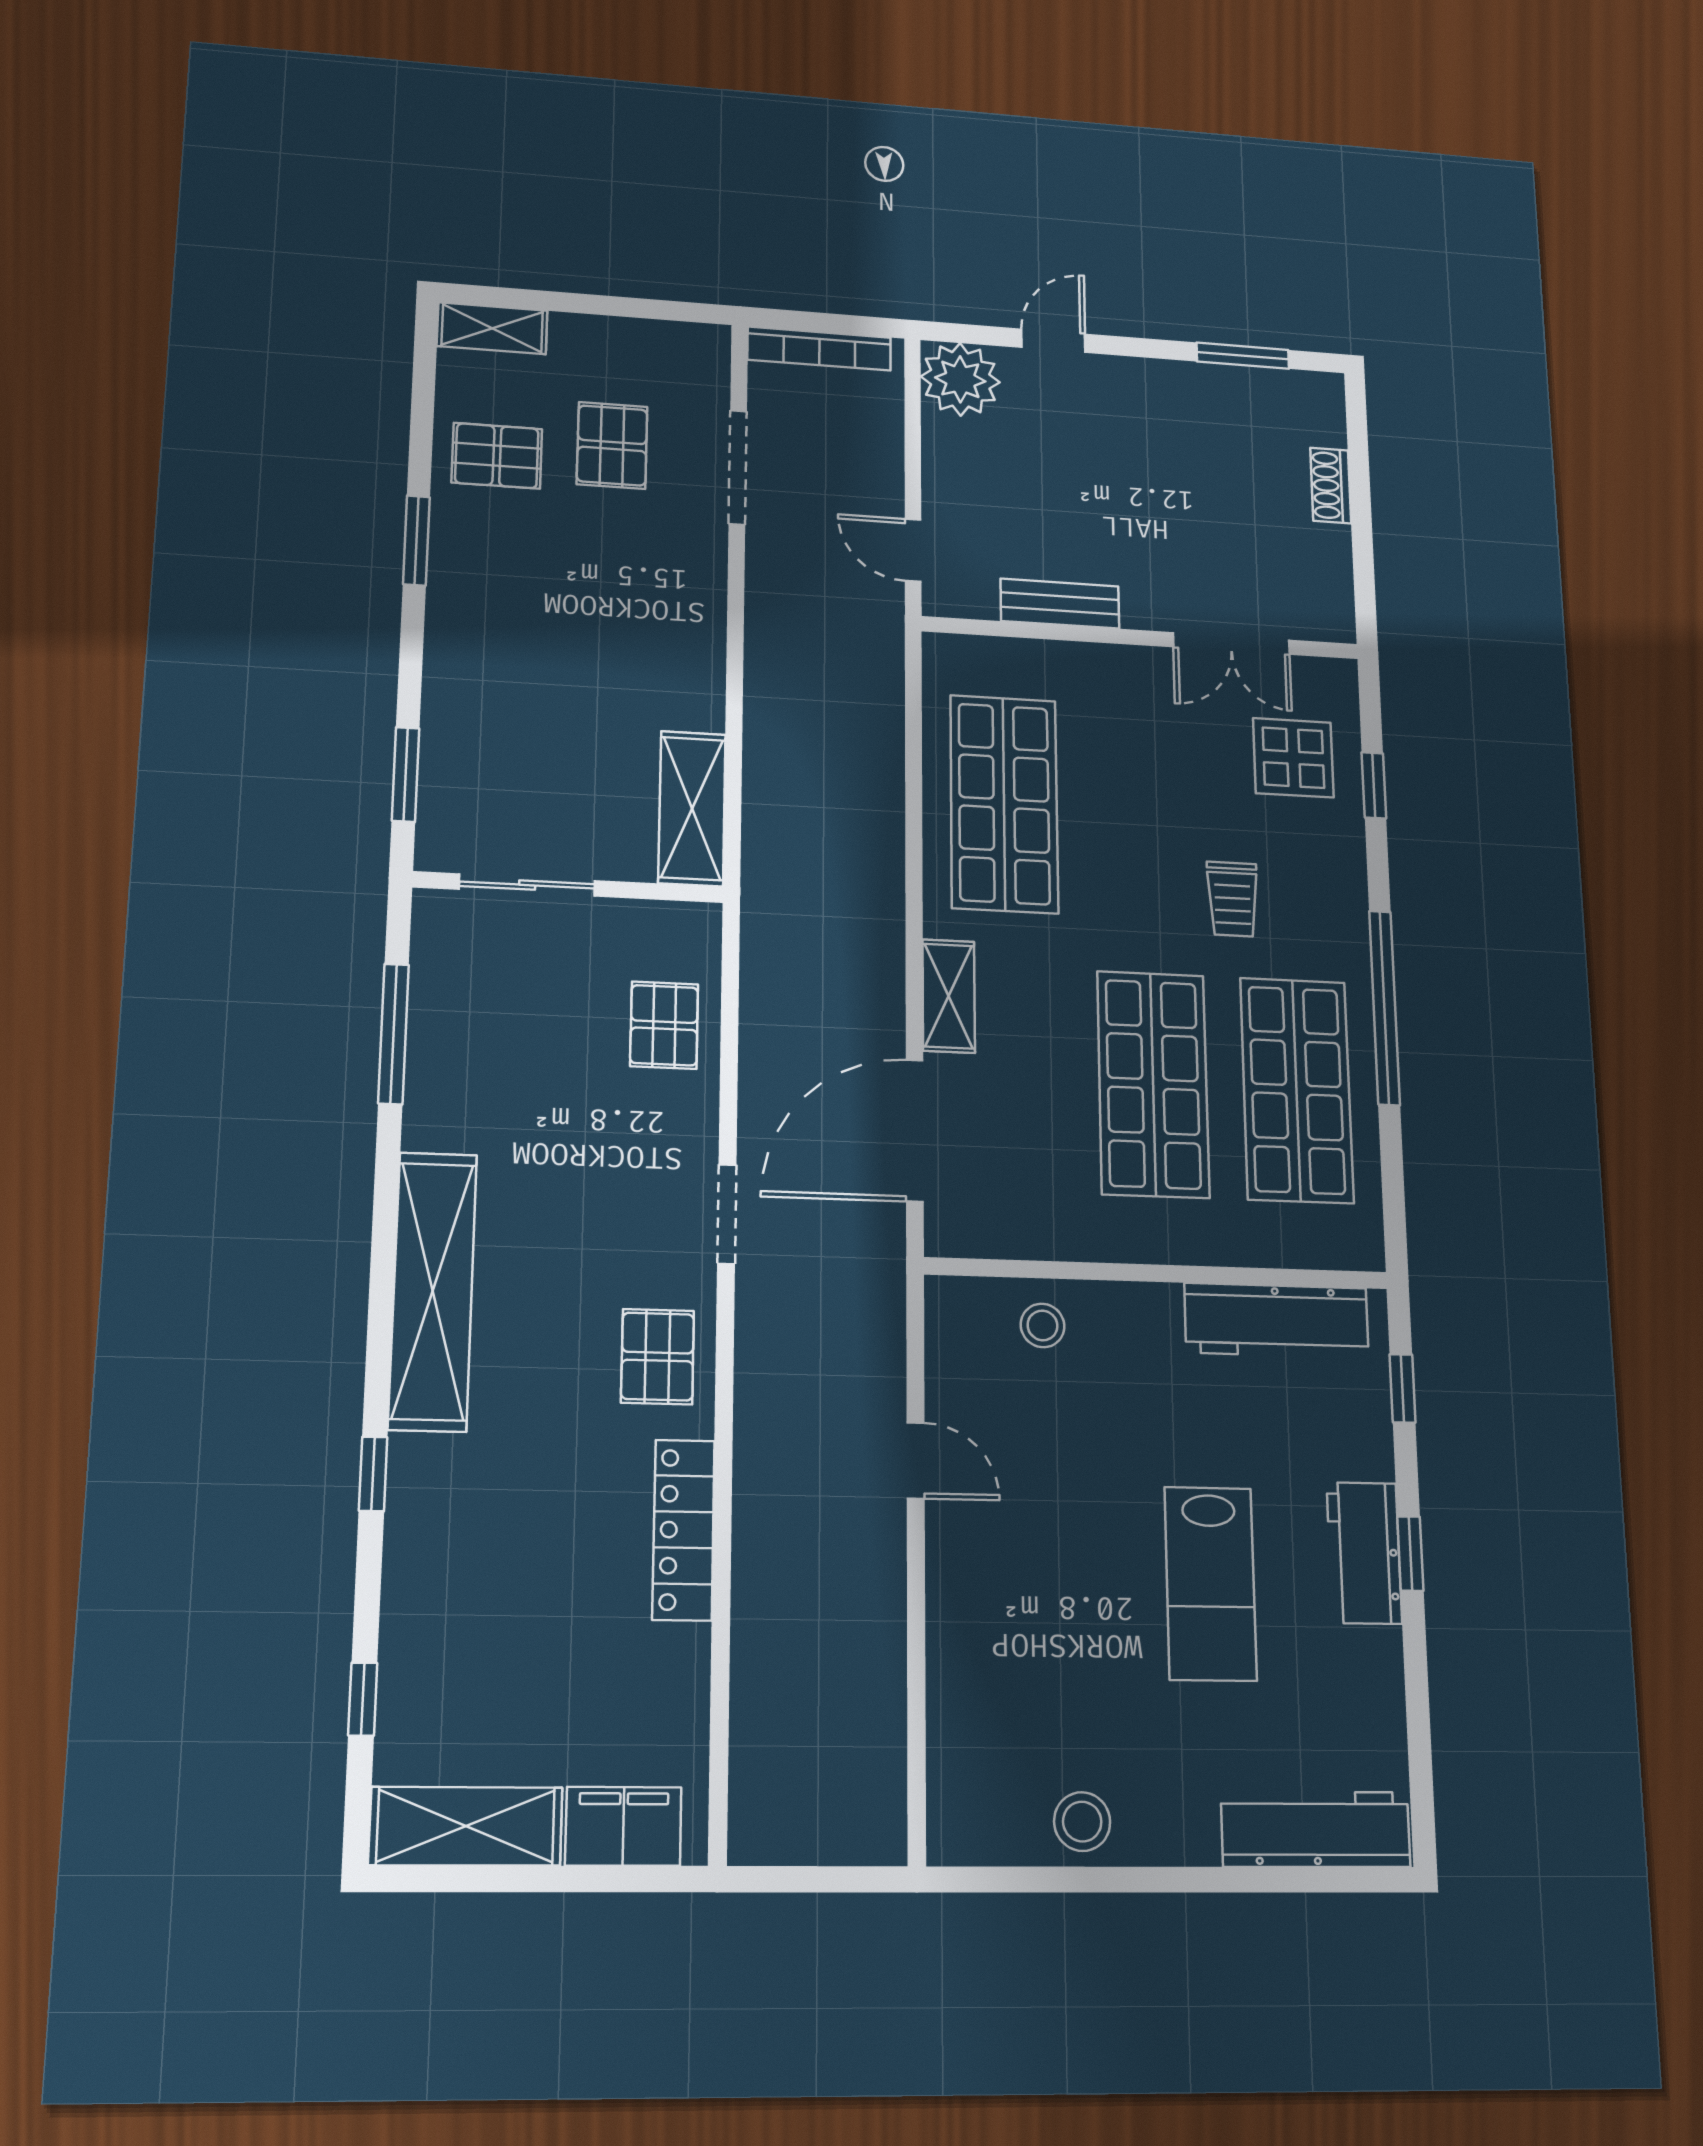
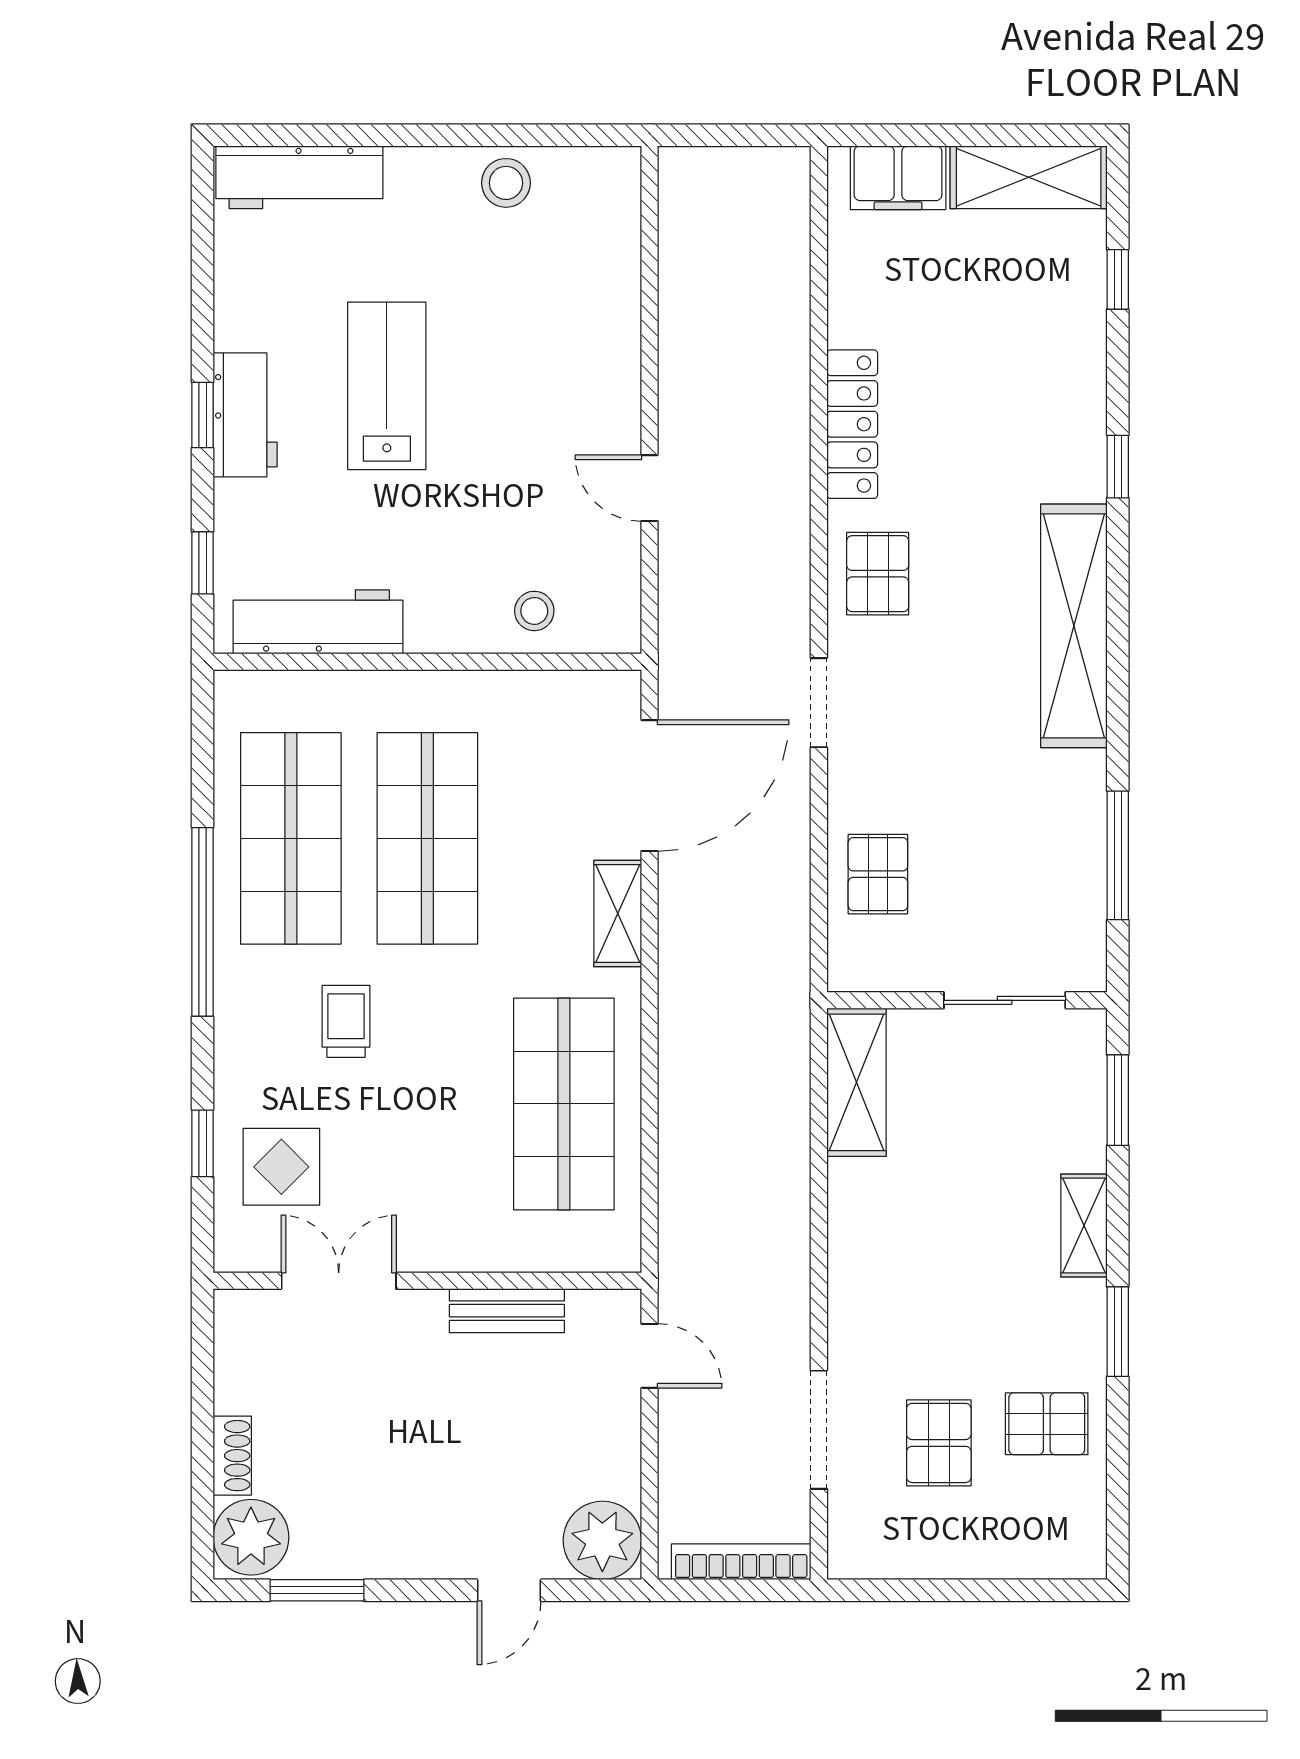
shelving: (492, 328) -> (1084, 1225), moved, turned 90
plant: (1309, 409) -> (251, 1537), added

